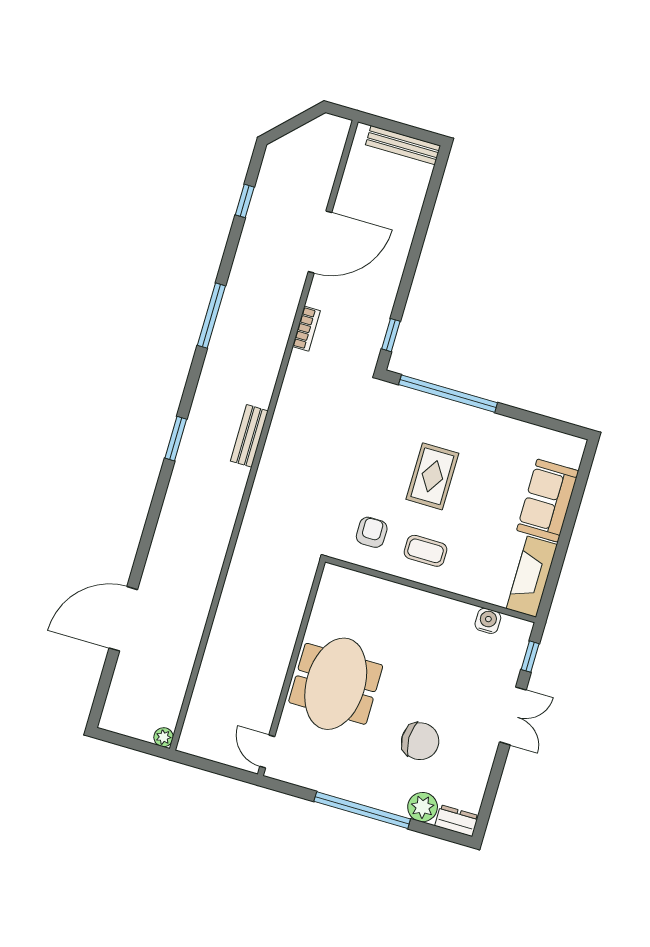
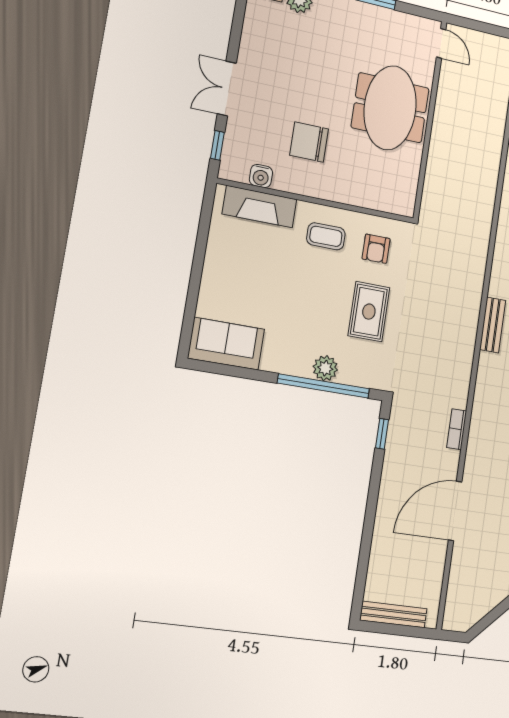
plant: (444, 412) -> (325, 368), added
rug: (432, 476) -> (369, 312), moved
sofa: (548, 501) -> (226, 344), moved, turned -90
fireplace: (532, 577) -> (259, 207), moved, turned 90
chair: (420, 741) -> (309, 142), moved

